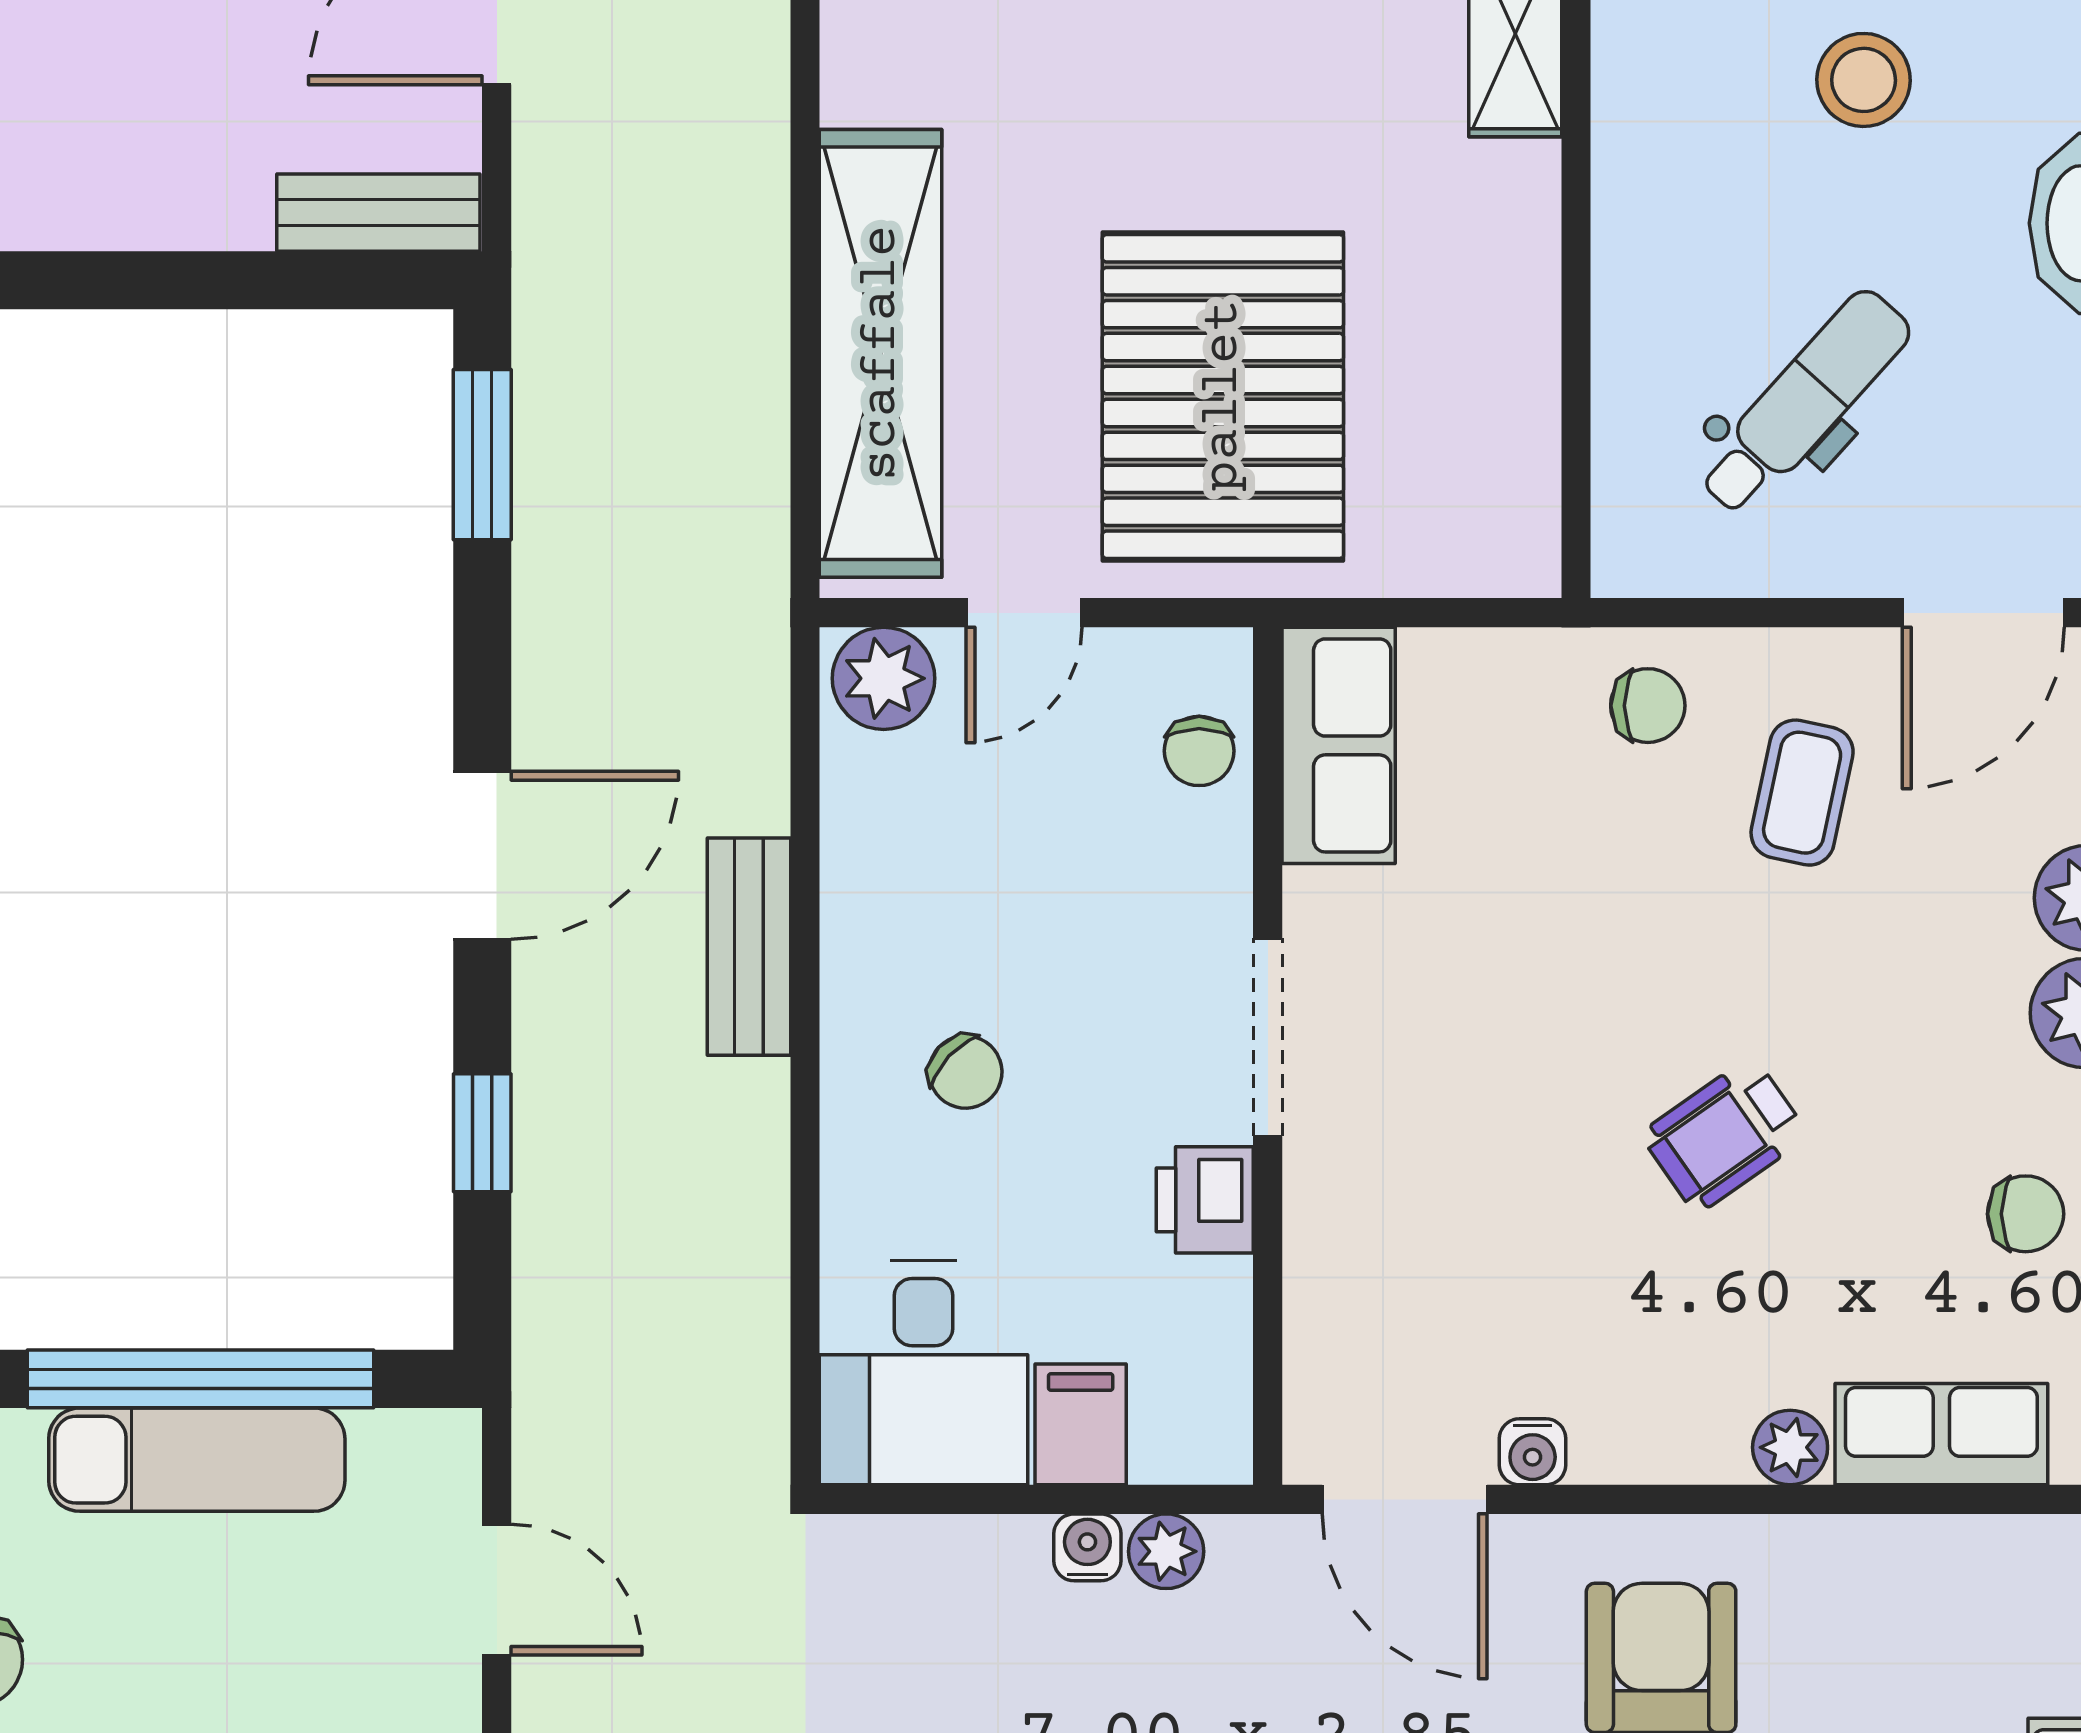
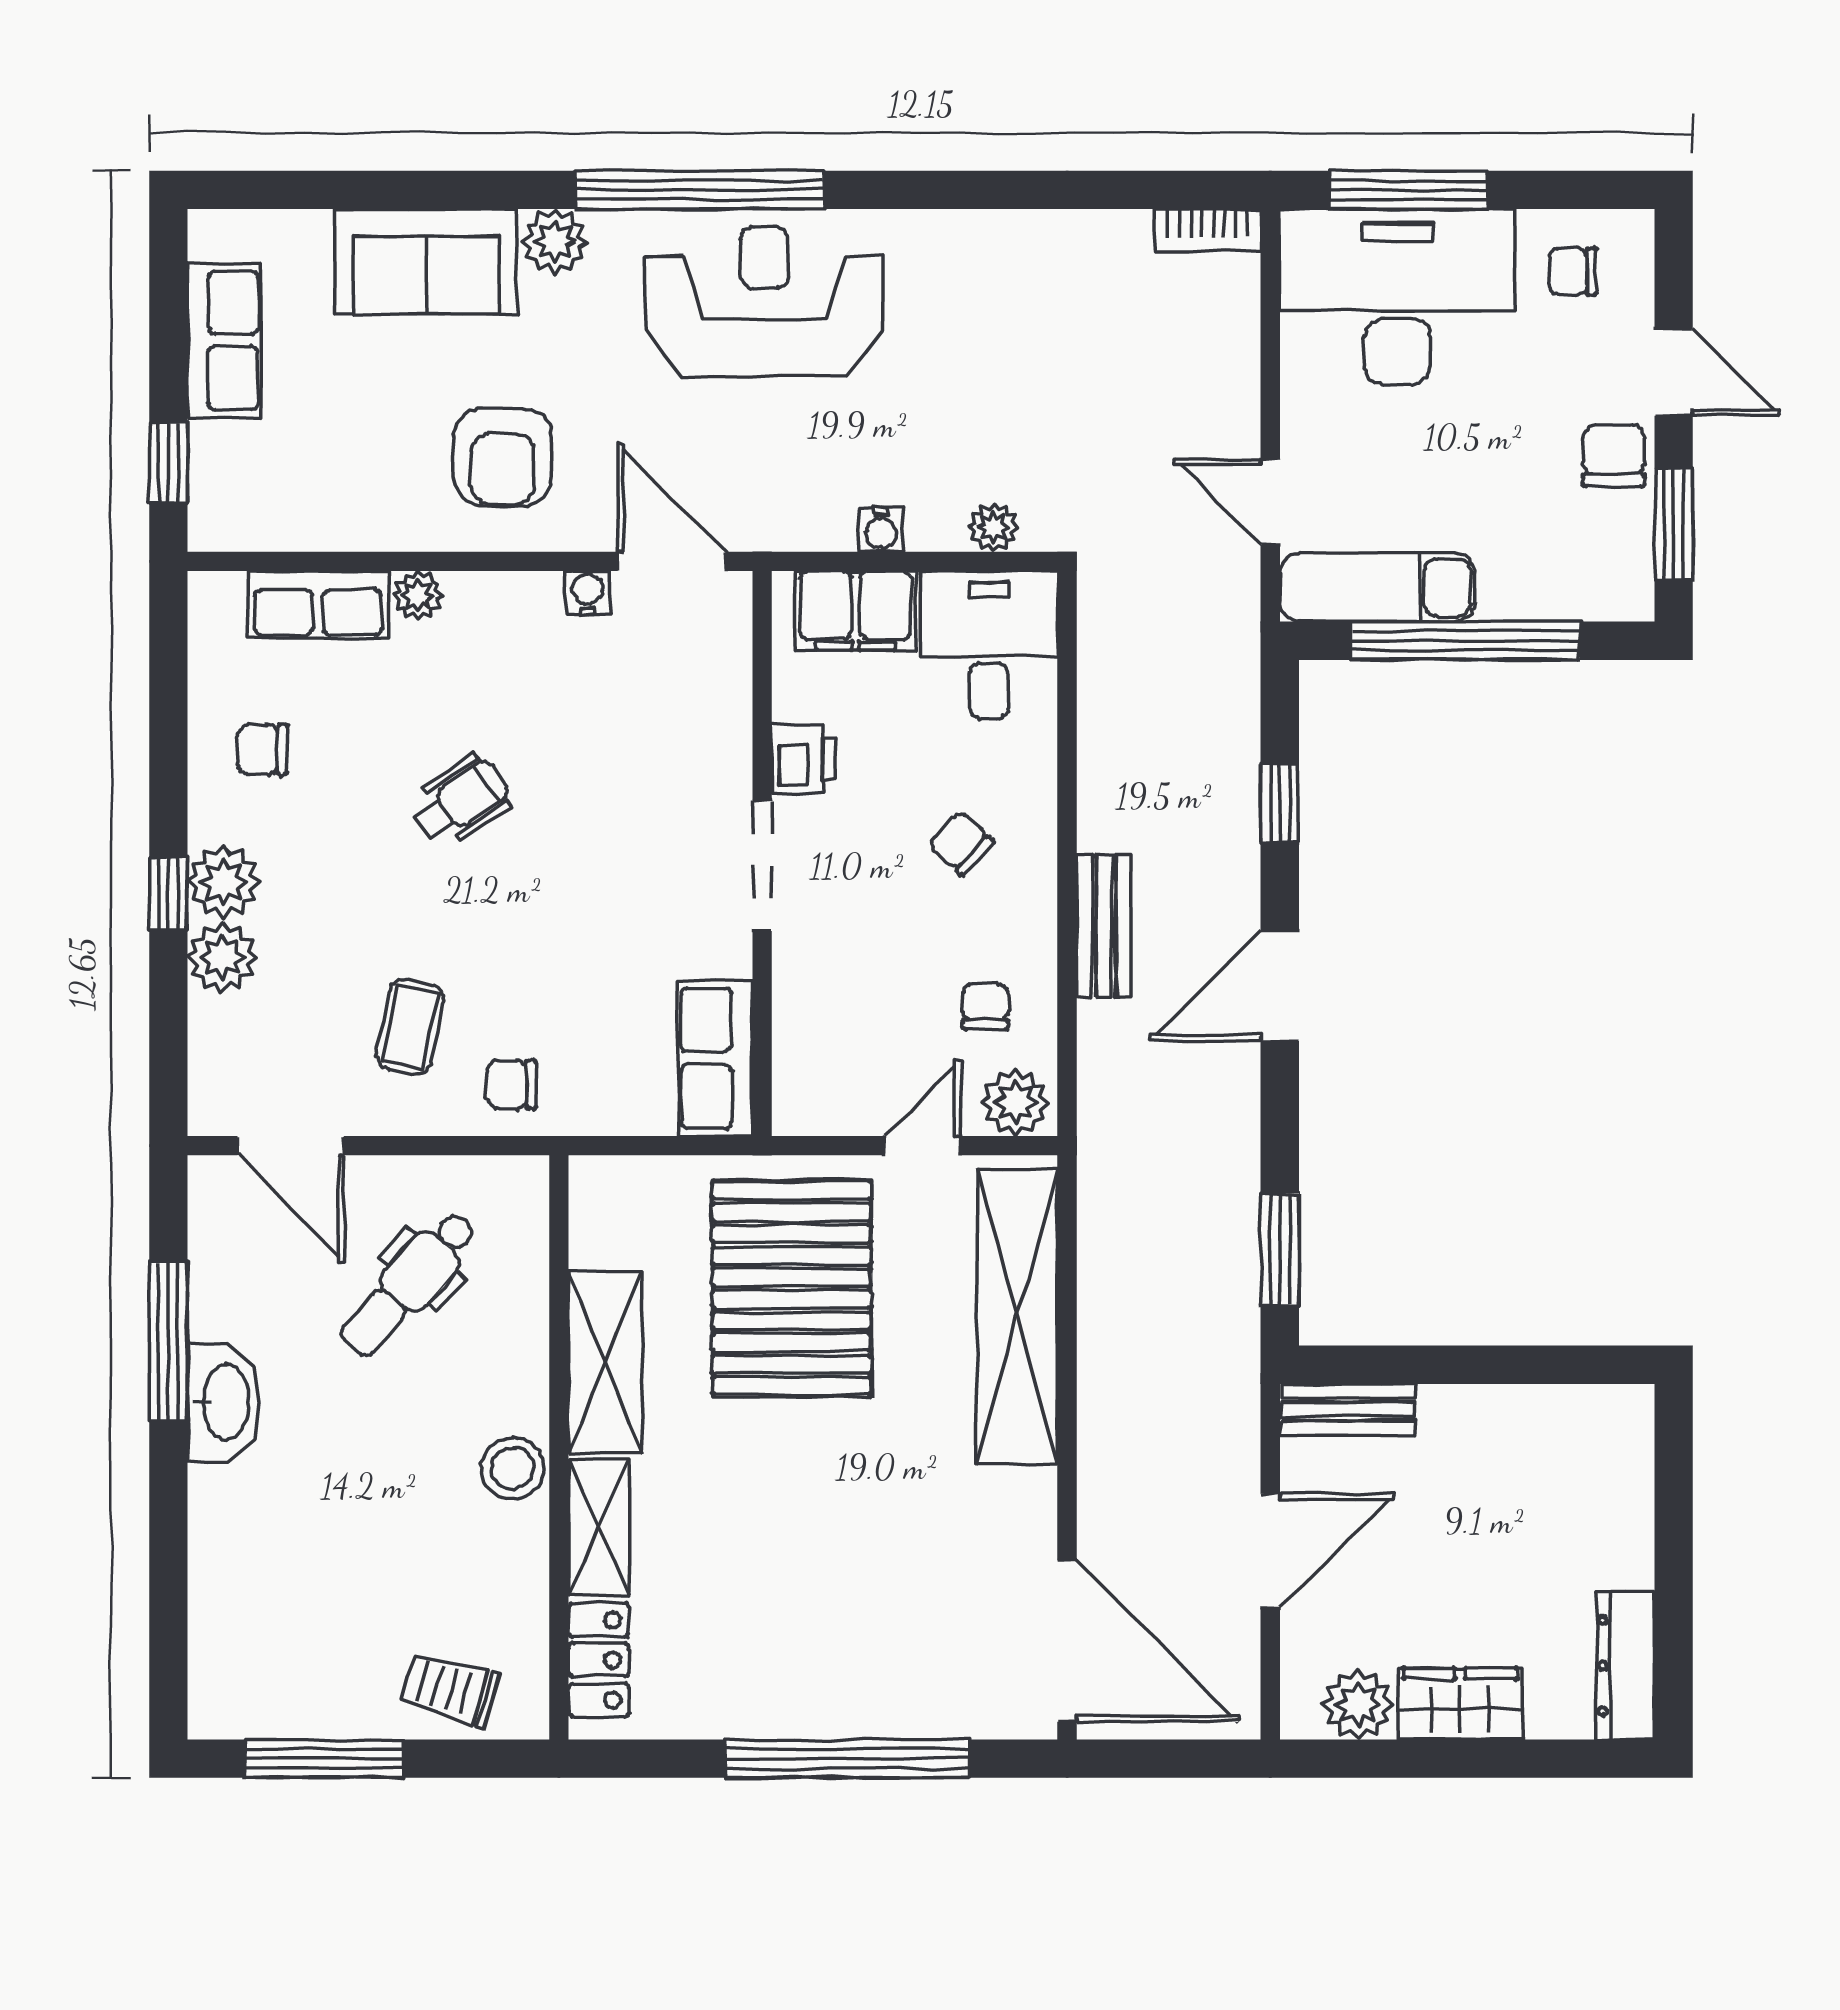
stool: (1864, 80) -> (512, 1468), moved
shelving: (1506, 283) -> (605, 1363), added
door: (1983, 613) -> (291, 1146), swing flipped
chair: (1199, 751) -> (985, 1006), moved
filing cabinet: (1081, 1424) -> (855, 611), width x2.00
exam couch: (197, 1460) -> (1377, 588), moved
plant: (1166, 1551) -> (993, 527), moved

